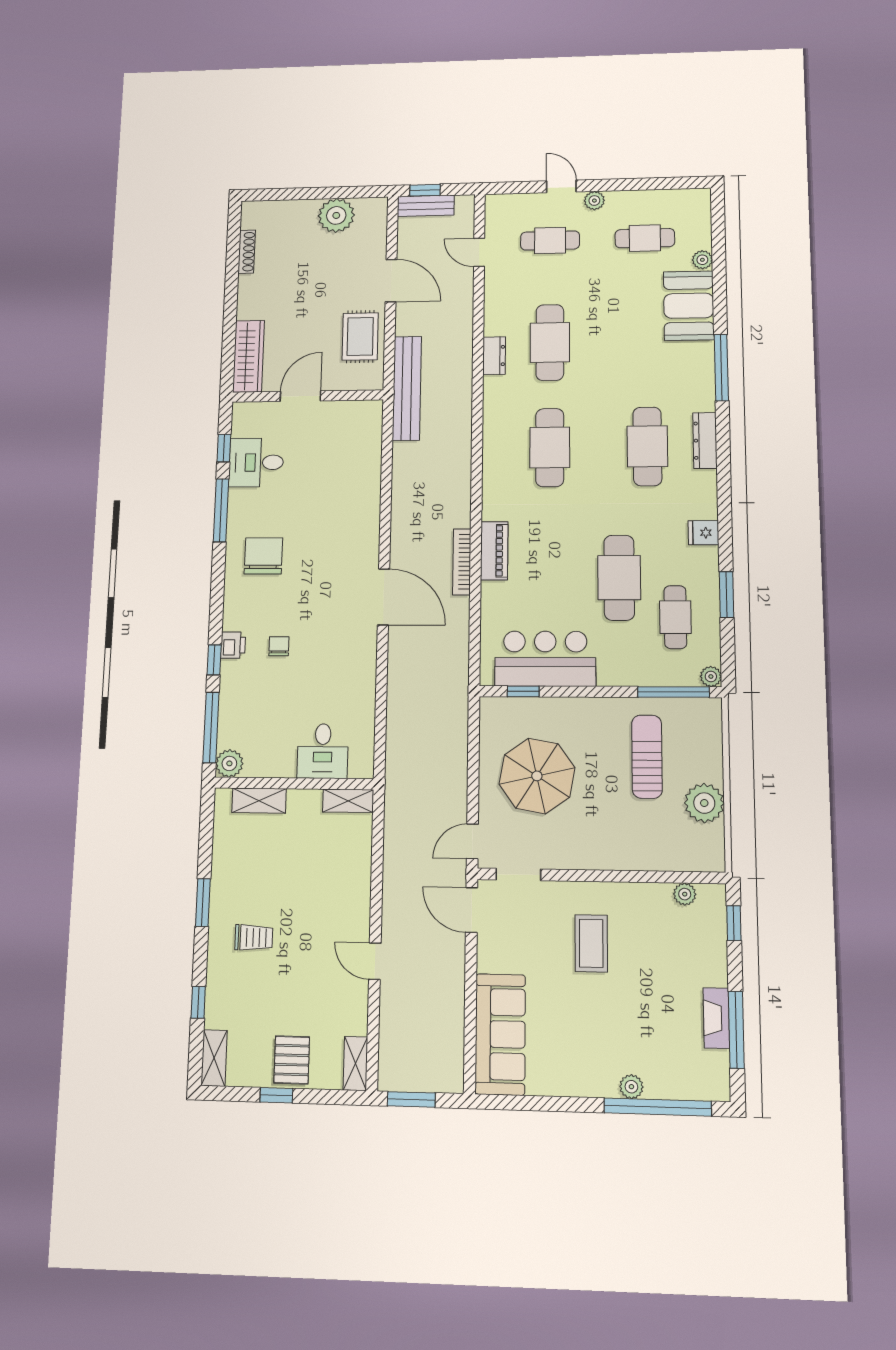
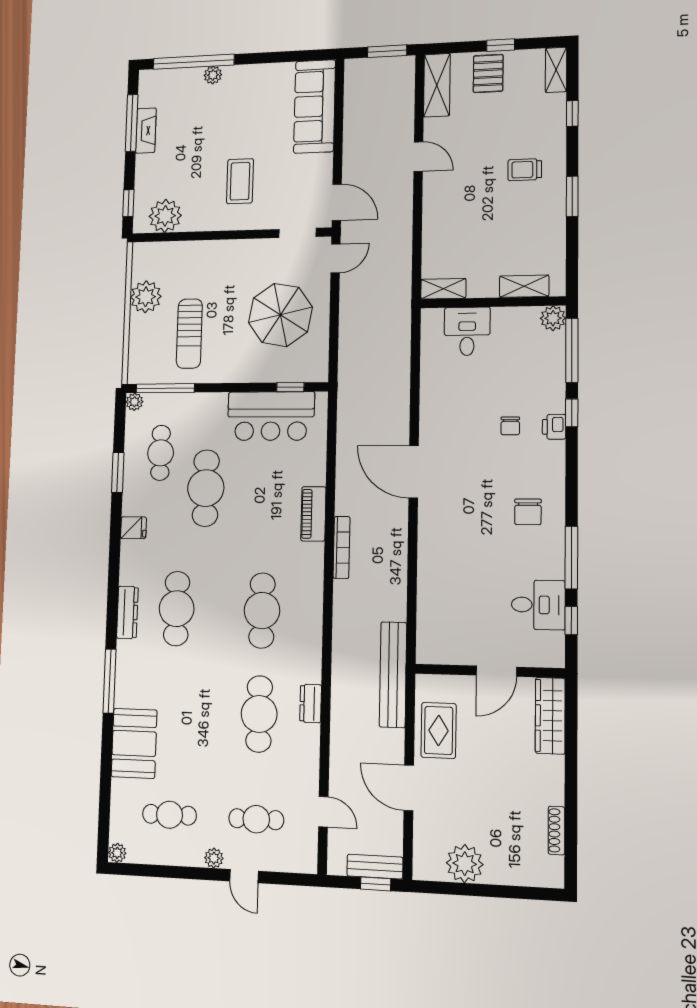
plant: (702, 260) -> (117, 853), moved
chair: (263, 556) -> (528, 512), width x0.73, depth x0.73
bookcase: (462, 562) -> (342, 547), moved
plant: (685, 894) -> (165, 216), width x1.87, depth x1.87
shelving: (355, 1063) -> (437, 85), width x1.50, depth x1.33

